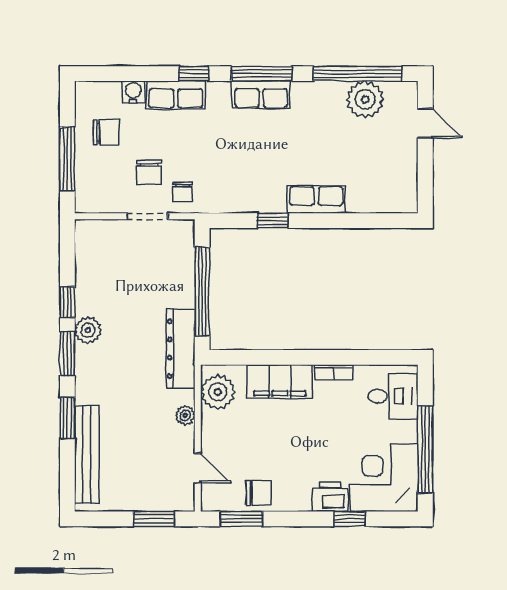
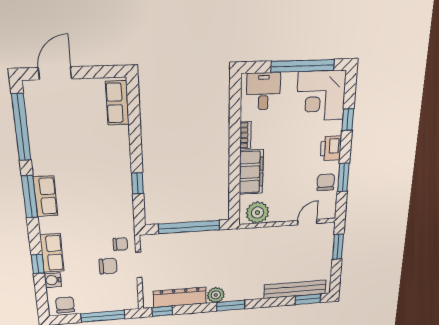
window: (193, 74) -> (38, 264), moved
plant: (365, 99) -> (41, 121), removed
door: (425, 123) -> (55, 73), width x1.37
chair: (106, 132) -> (65, 305), moved
row of seats: (316, 199) -> (117, 103), moved
window: (67, 302) -> (162, 311), moved
dresser: (181, 349) -> (180, 297), moved, turned 180
plant: (185, 415) -> (272, 232), removed
window: (67, 418) -> (308, 299), moved
printer: (330, 497) -> (331, 148), moved
window: (241, 519) -> (343, 177), moved

